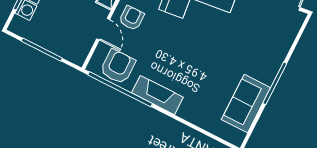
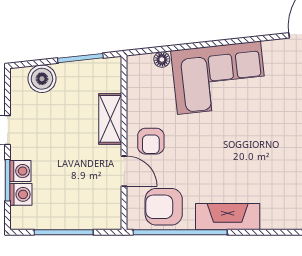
armchair: (132, 18) -> (151, 141), turned 180
armchair: (118, 67) -> (164, 207), turned -90

